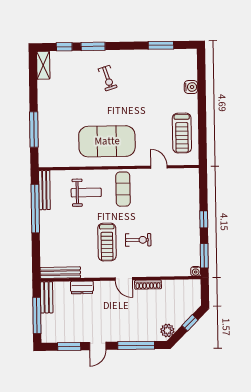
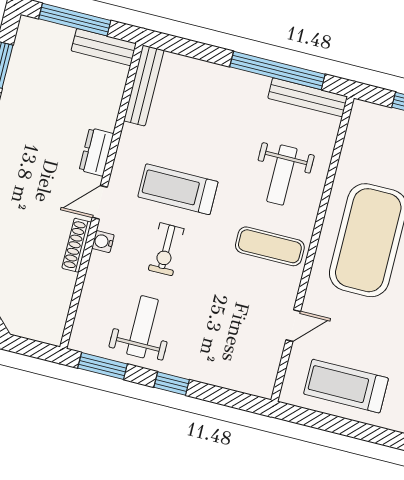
weight bench: (180, 241) -> (142, 327), added
water cooler: (196, 271) -> (103, 242), moved
dresser: (82, 287) -> (96, 152), moved

